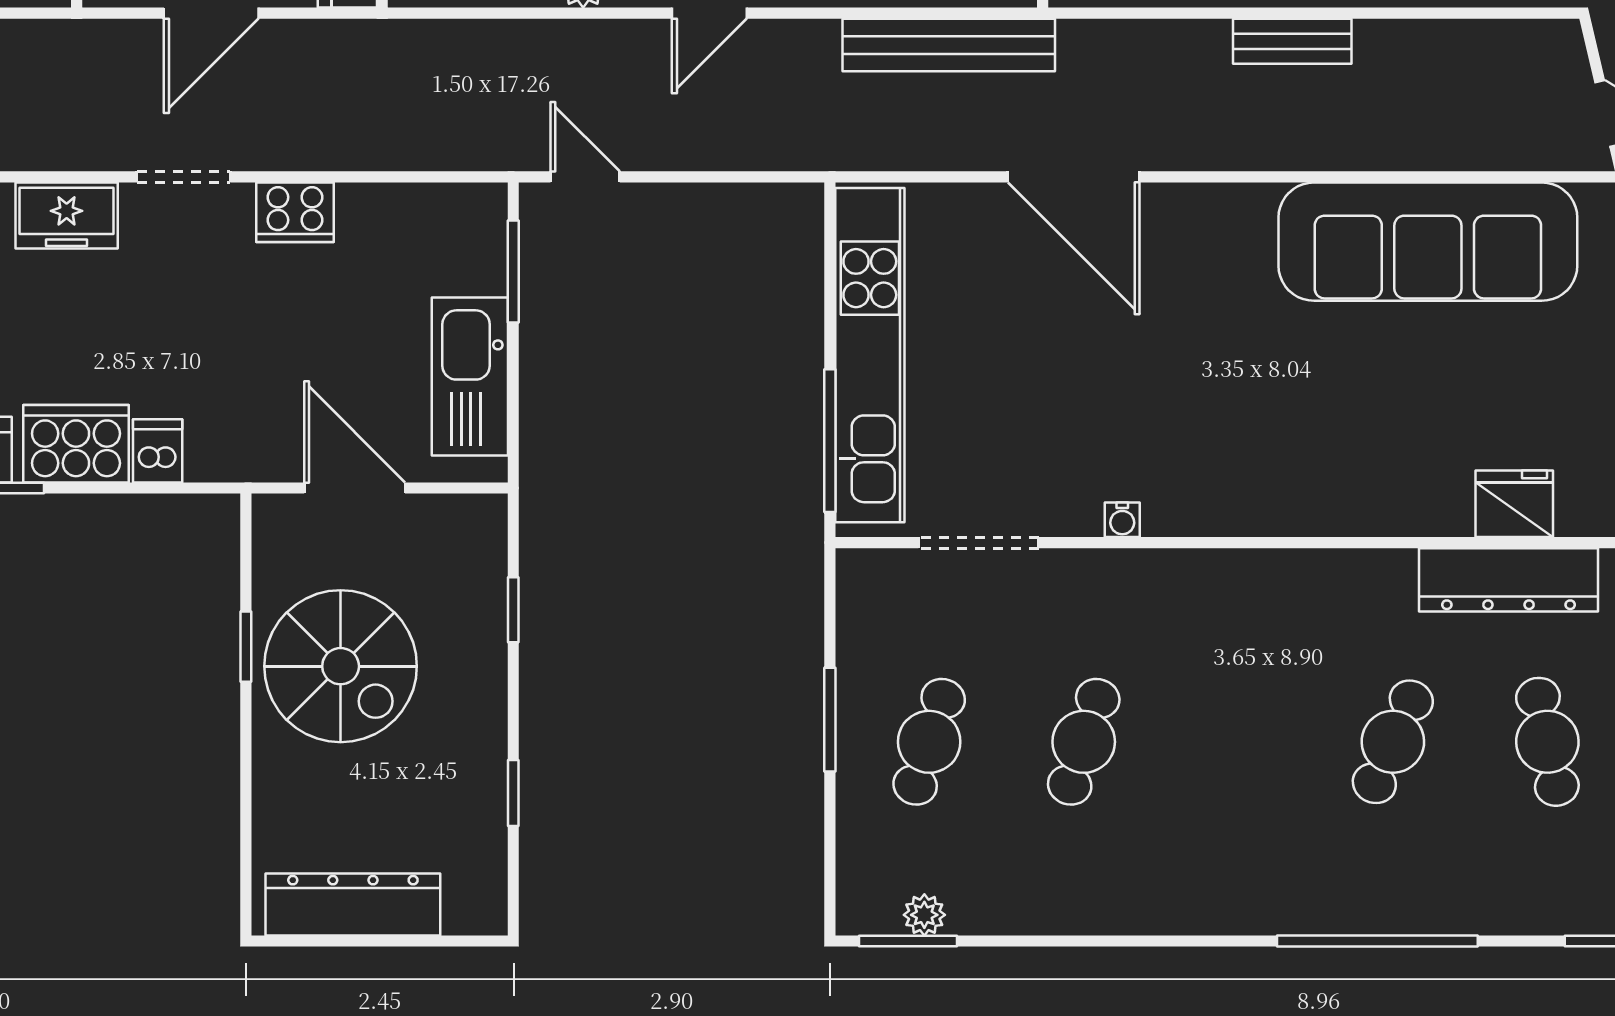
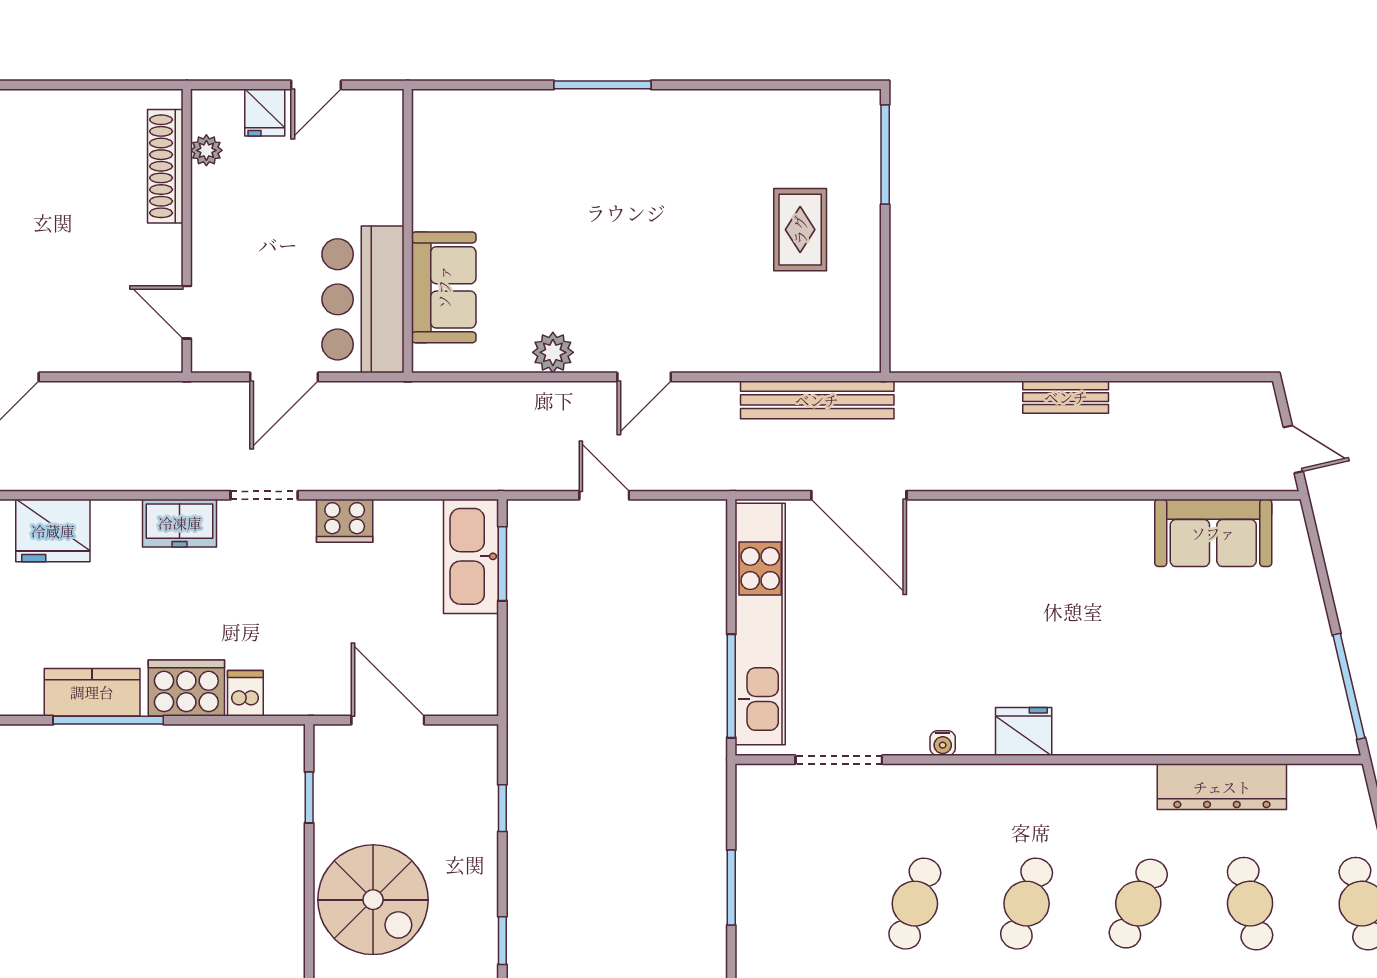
door: (585, 177) -> (604, 495), moved
door: (1074, 177) -> (859, 495), moved
sofa: (1428, 242) -> (1213, 533), width x0.54, depth x0.79
kitchen sink: (470, 377) -> (471, 556), moved
fridge: (1514, 504) -> (1024, 732), moved
window: (246, 647) -> (309, 797), moved
spiral stairs: (341, 666) -> (373, 900), moved
cafe table: (929, 742) -> (1027, 904), moved

